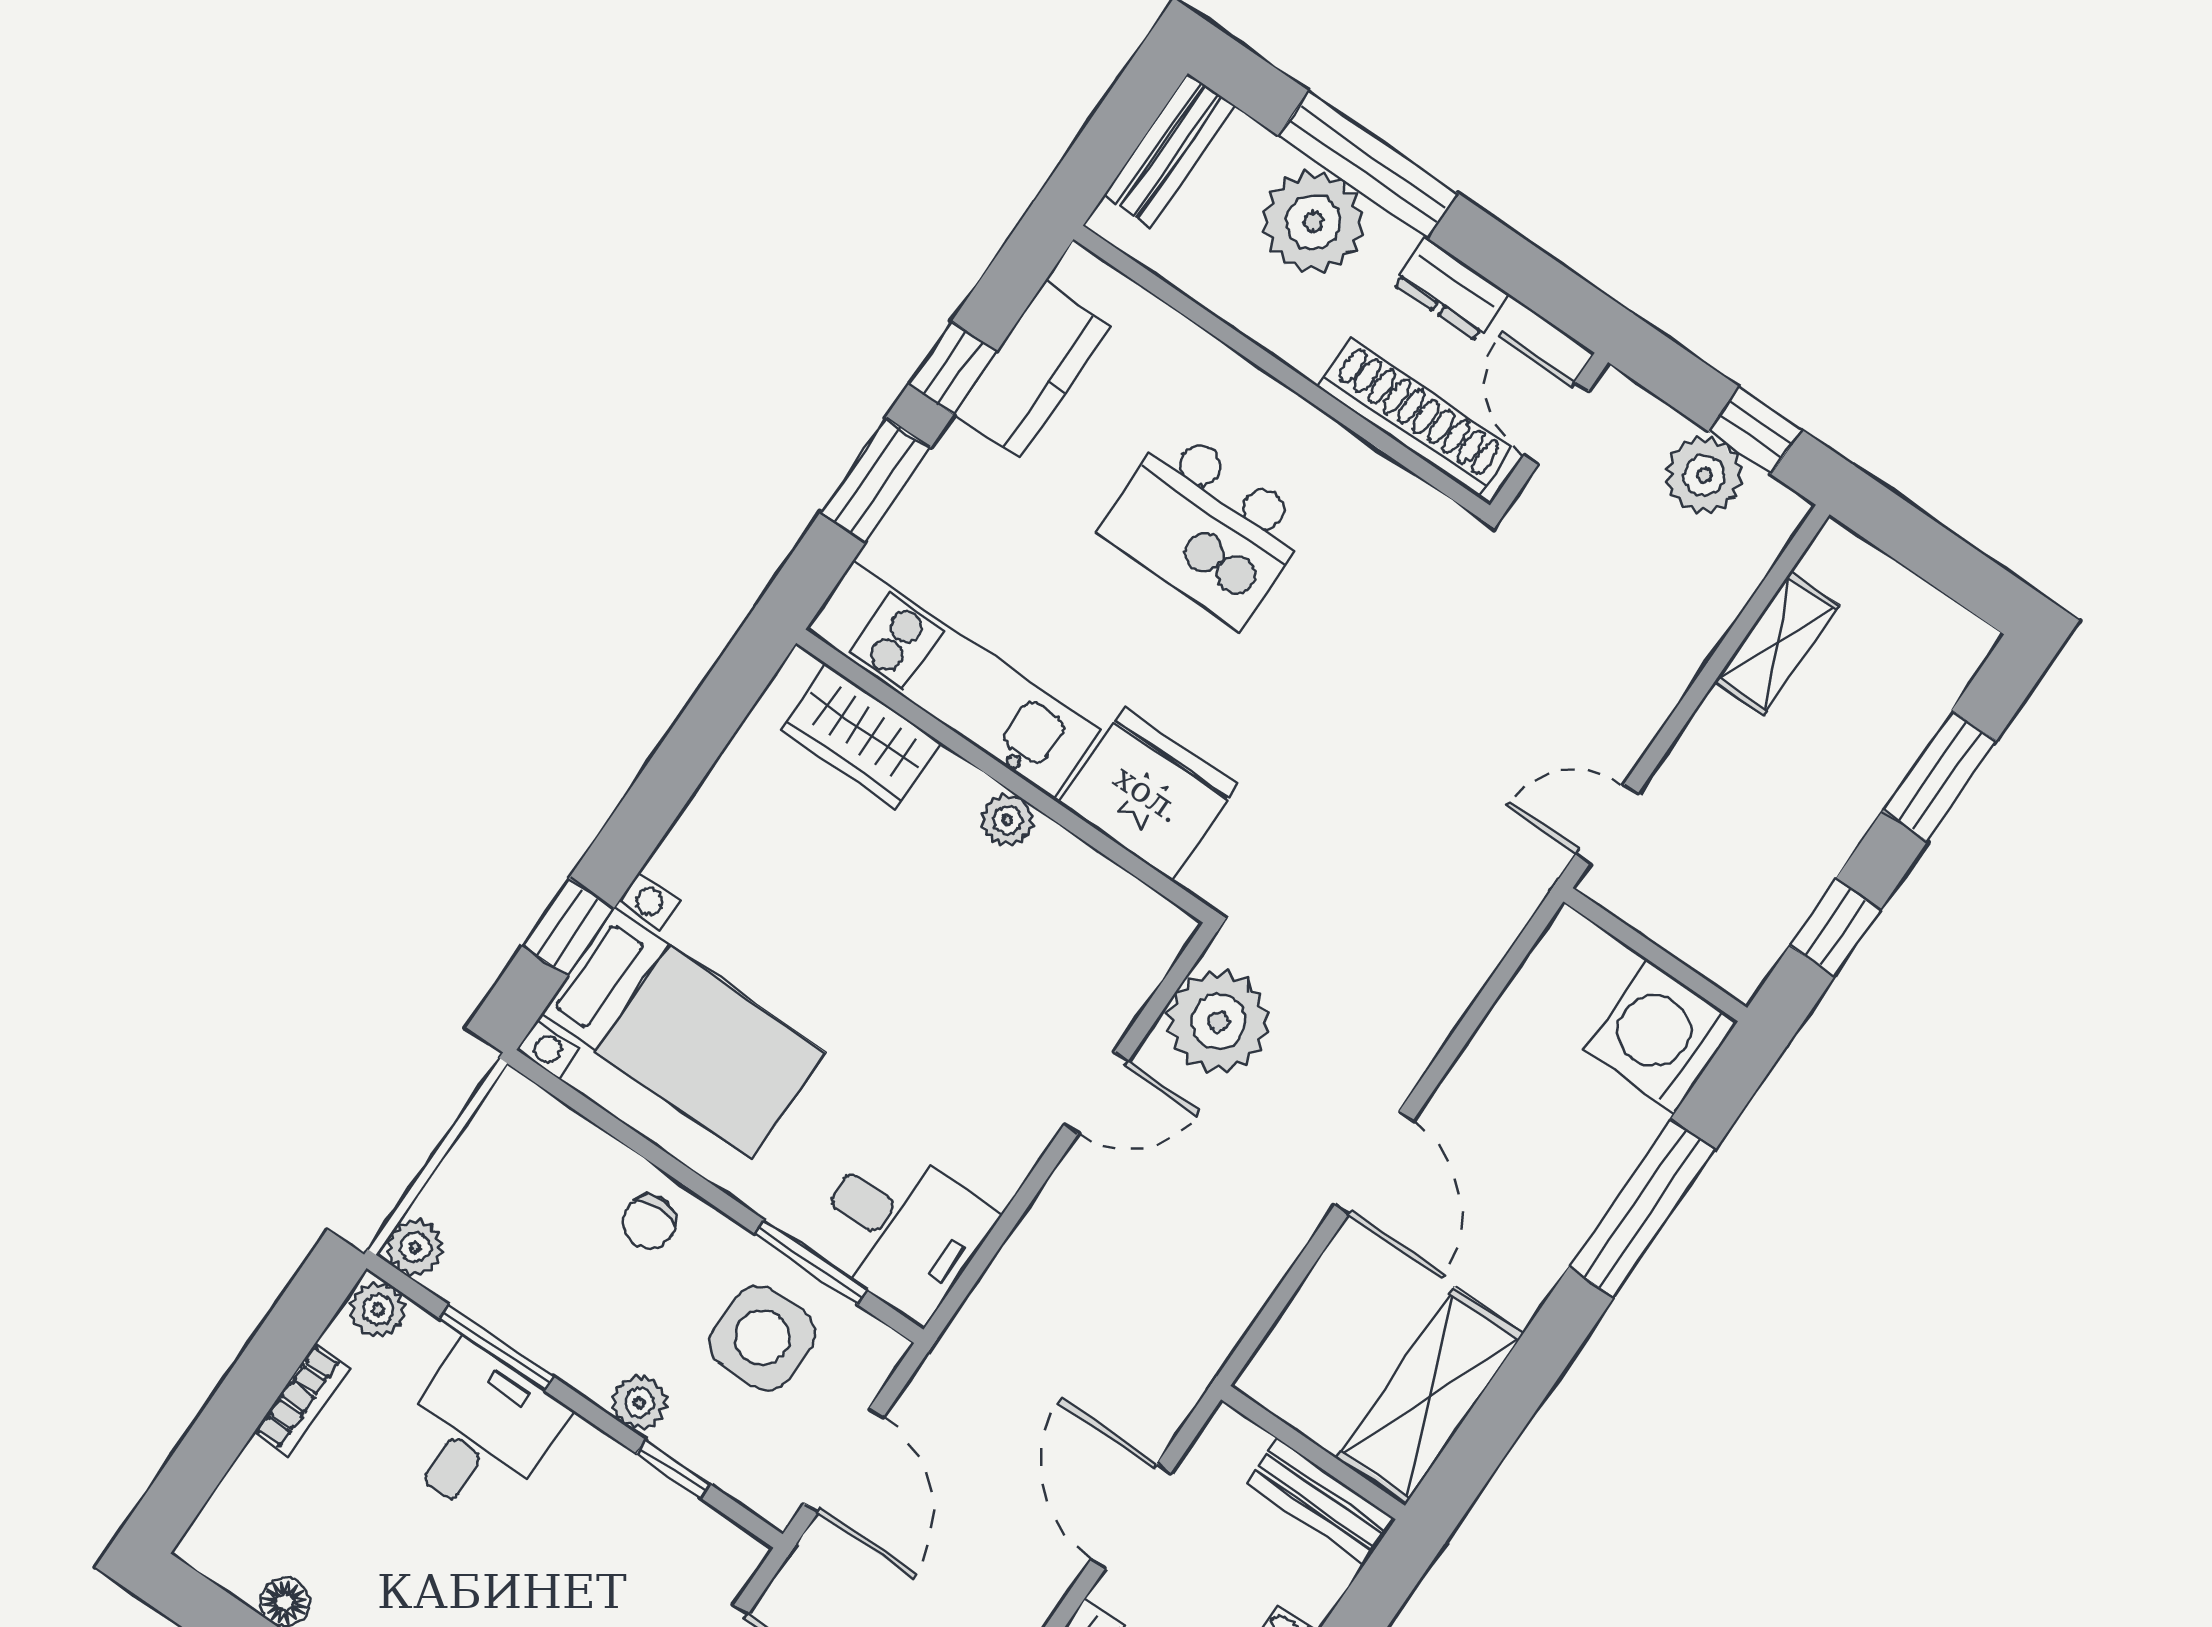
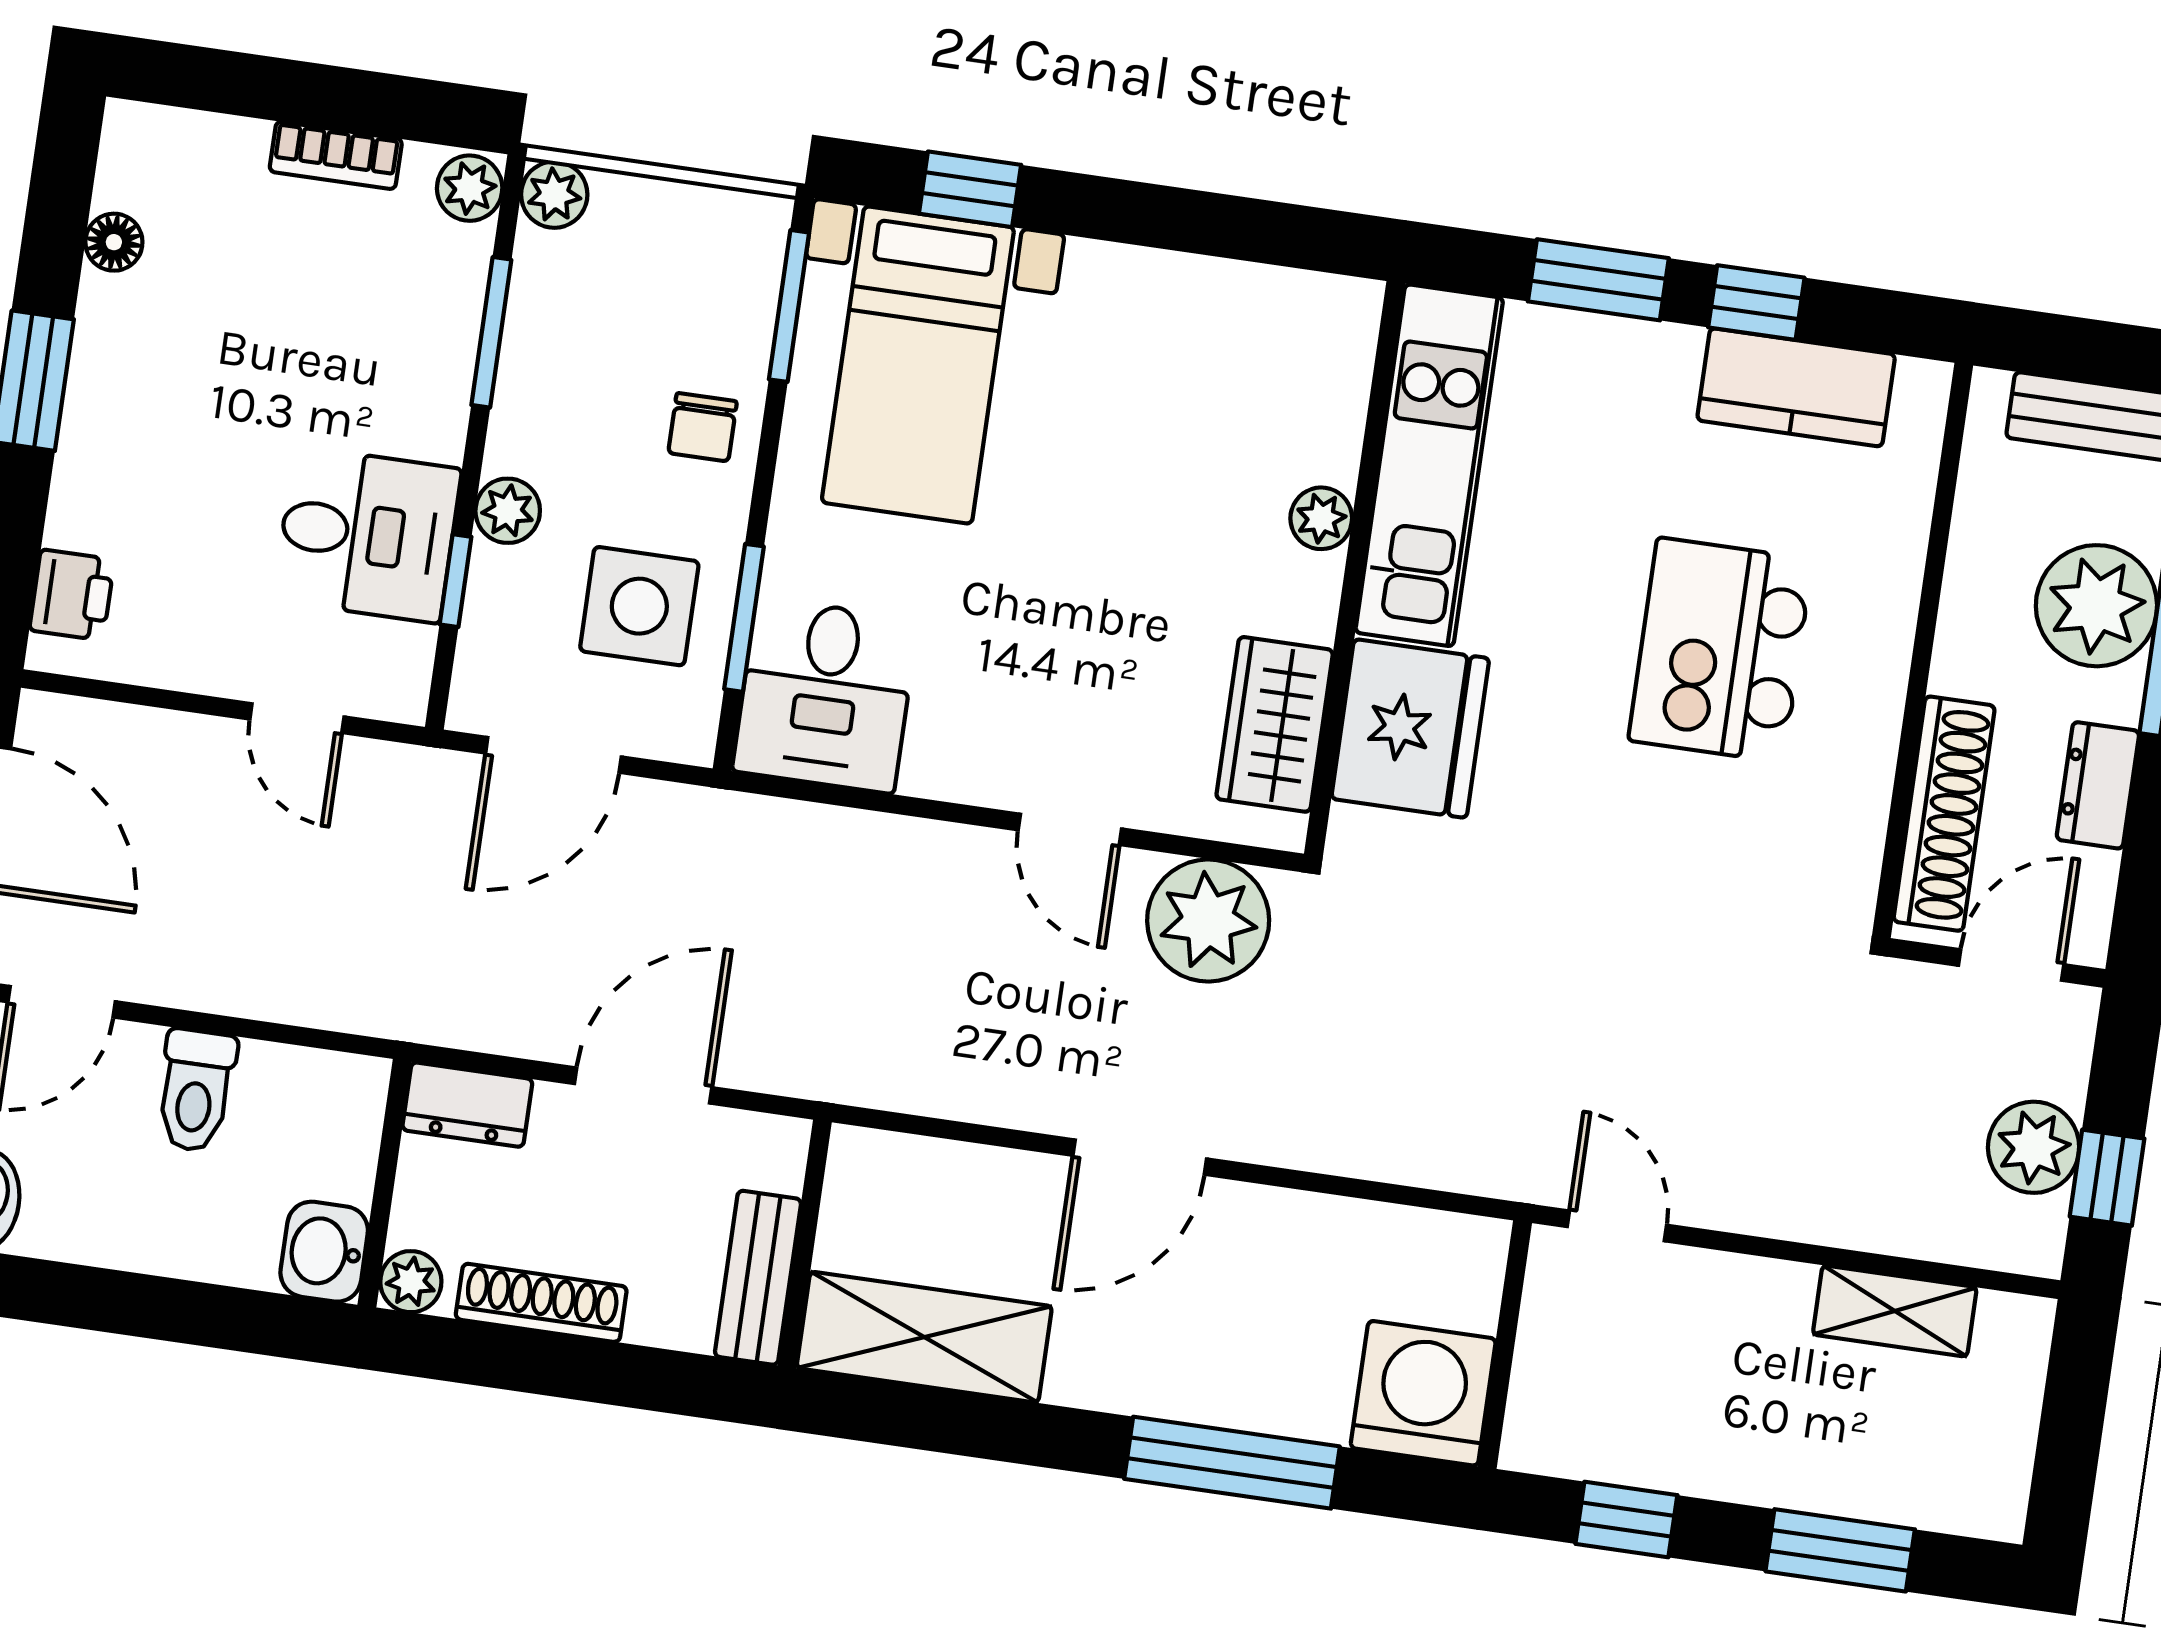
wardrobe: (861, 737) -> (1275, 724), moved
plant: (1007, 820) -> (1321, 518), moved
window: (589, 1110) -> (789, 306), added
chair: (649, 1222) -> (703, 427), turned -90
desk: (478, 1432) -> (367, 535), moved

